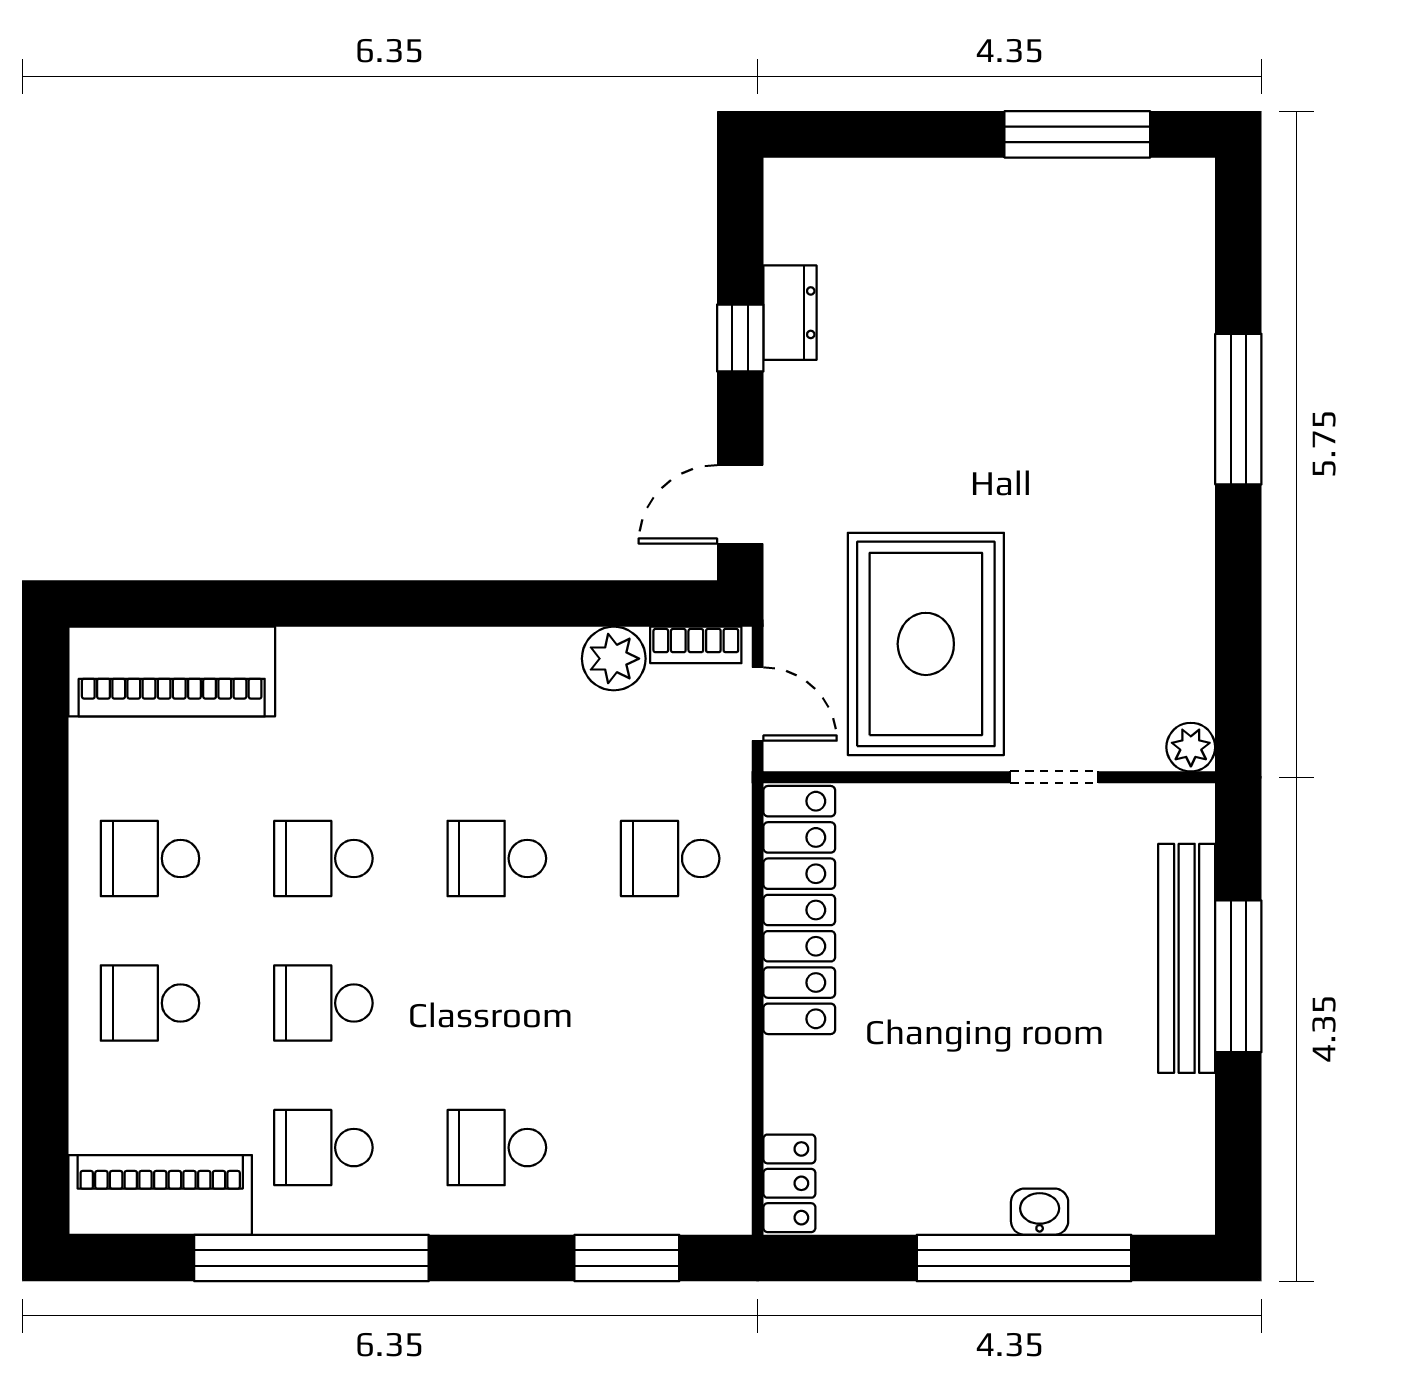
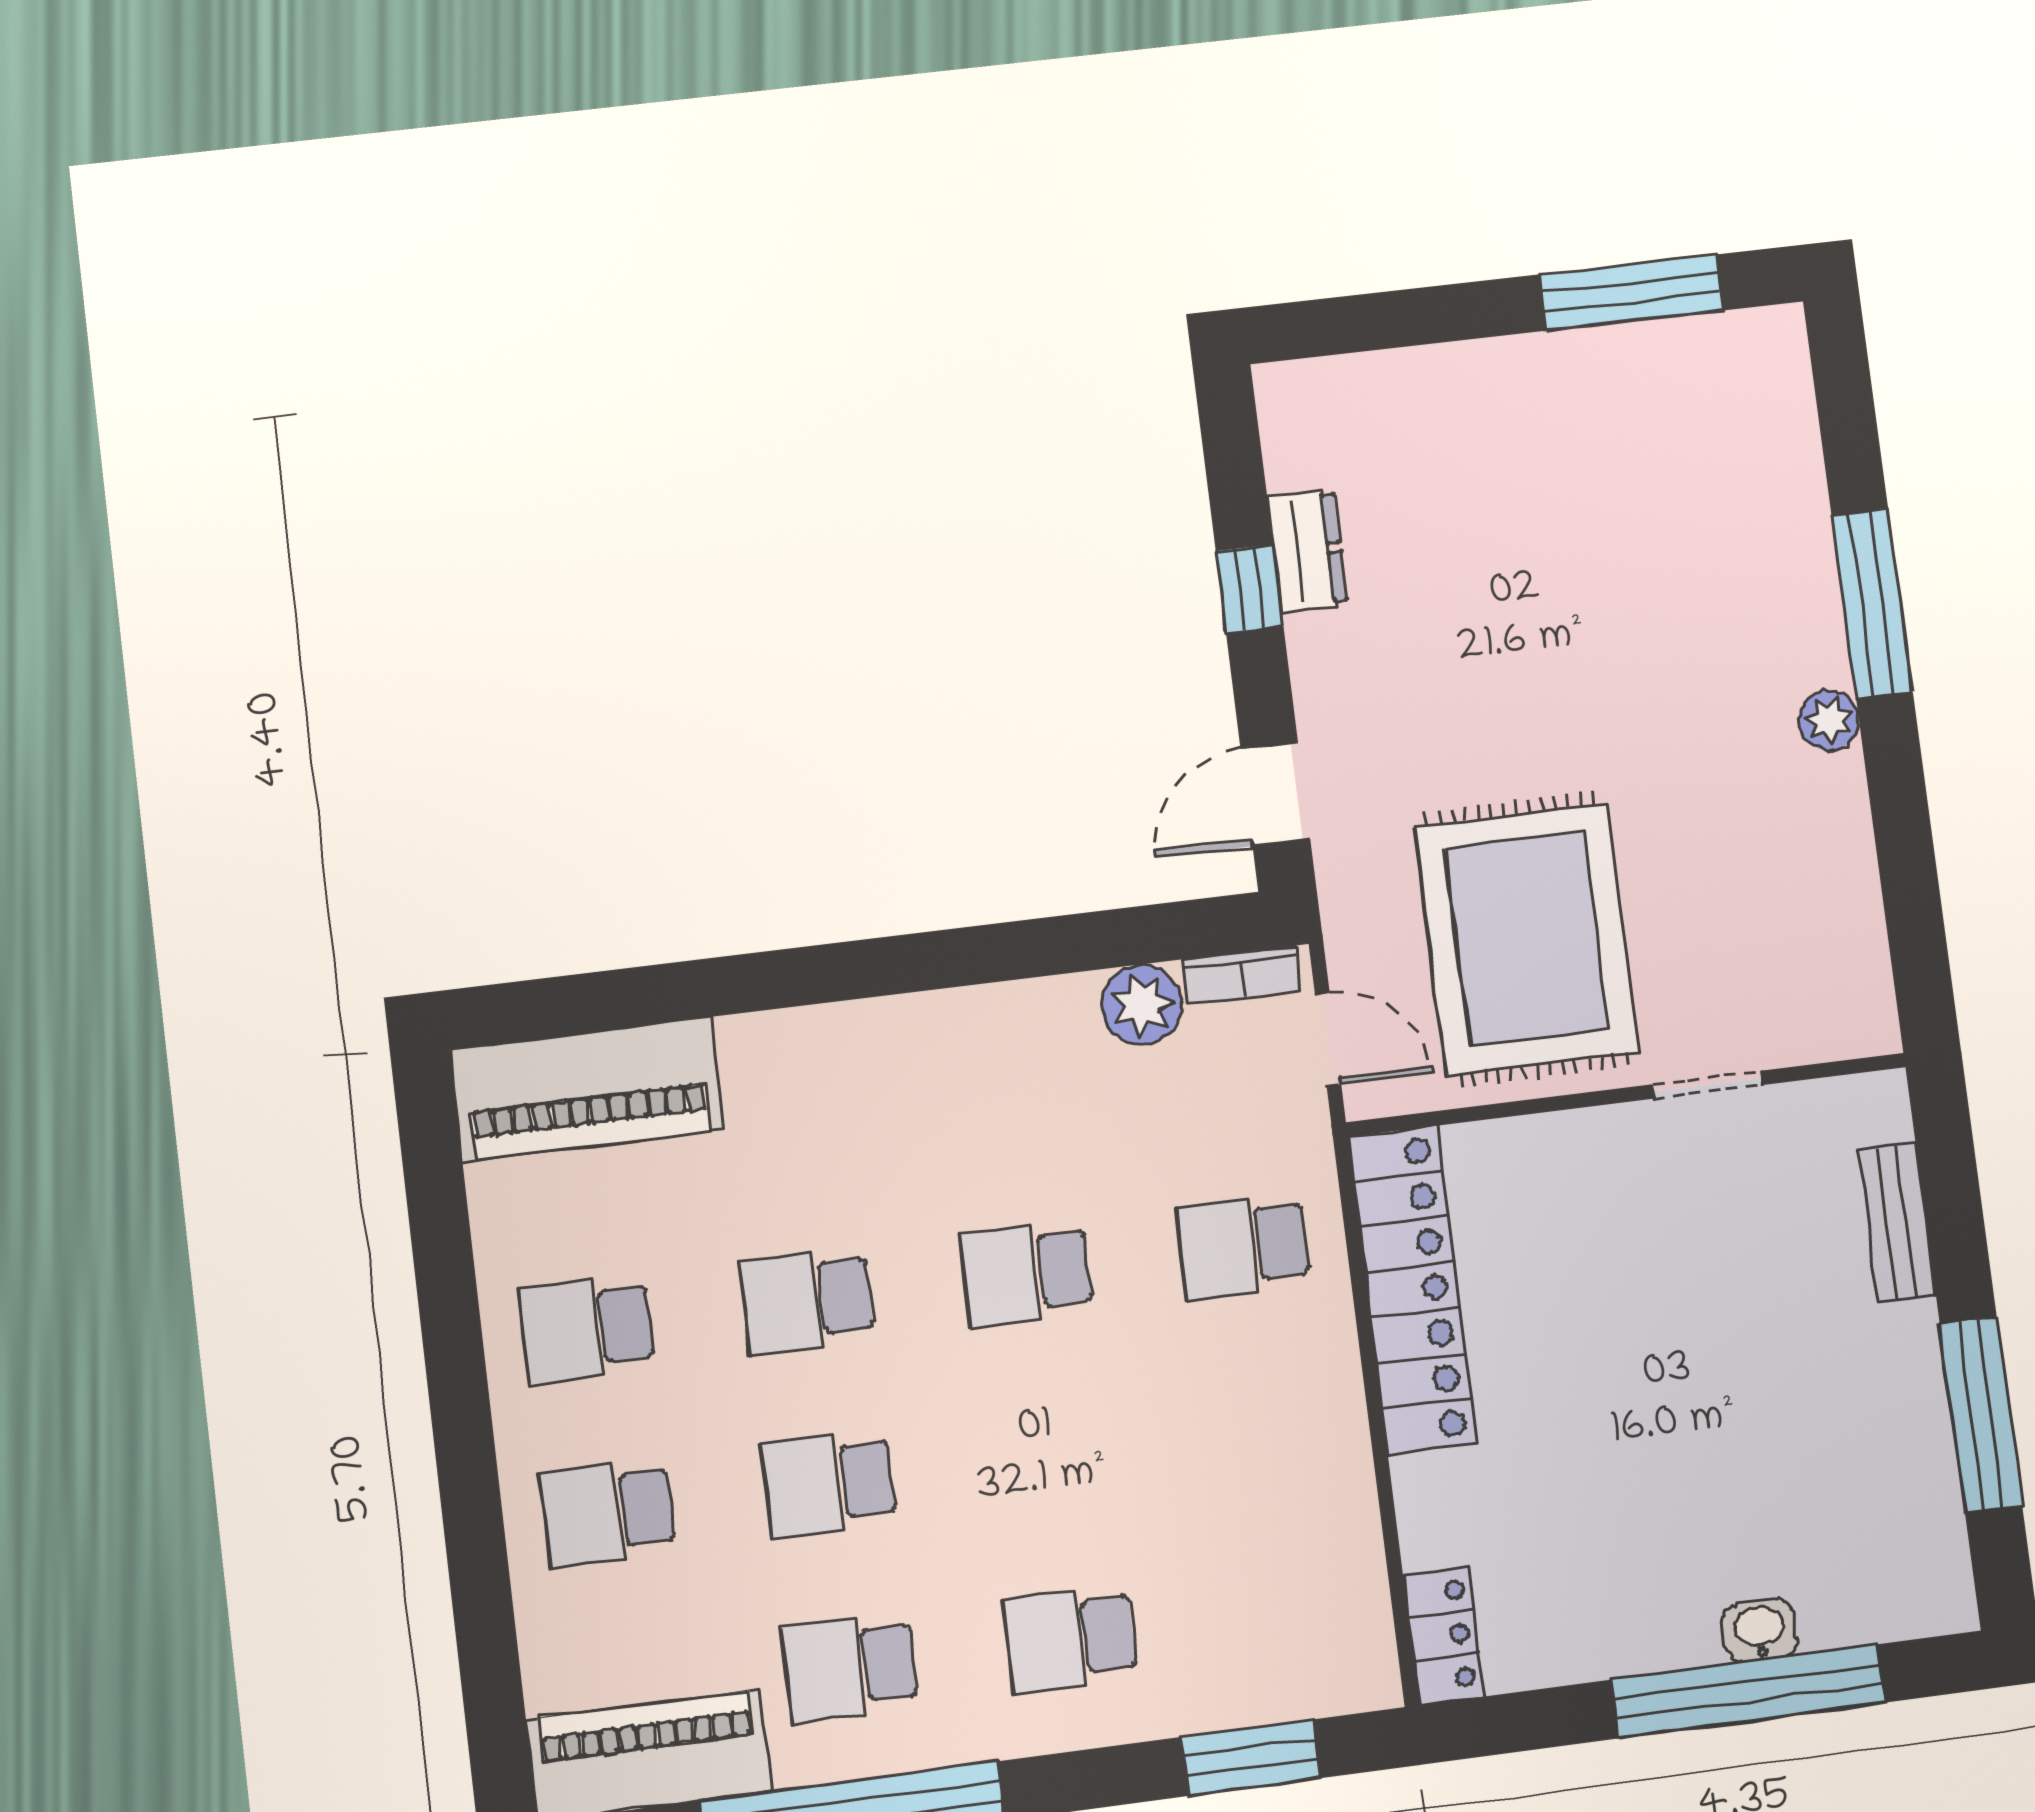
plant: (1191, 747) -> (1829, 720), moved
bench: (1187, 958) -> (1897, 1222), width x0.54, depth x0.82
window: (1238, 976) -> (1981, 1415), moved

